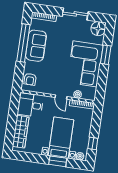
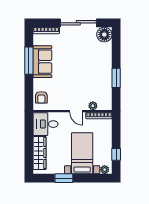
sliding door: (75, 14) -> (78, 23), width x1.37
window: (23, 43) -> (29, 61), width x0.68
window: (106, 55) -> (116, 78), moved
corner sofa: (85, 64) -> (96, 73), removed
window: (58, 161) -> (64, 178), moved

